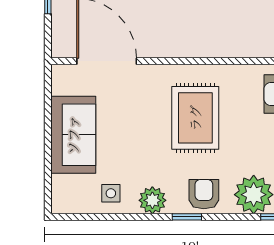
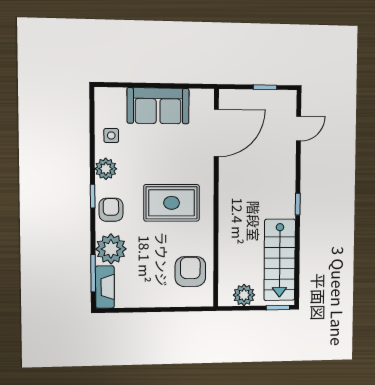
armchair: (204, 194) -> (111, 210), turned -90

